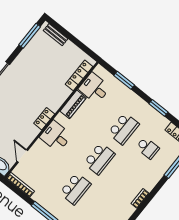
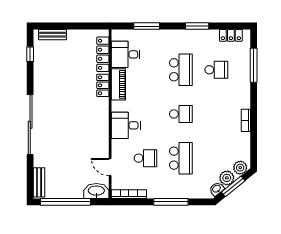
window: (30, 36) -> (30, 54), width x0.46
locker: (44, 119) -> (103, 85), moved
school desk: (99, 159) -> (181, 114), width x0.54
school desk: (51, 169) -> (145, 158), added

